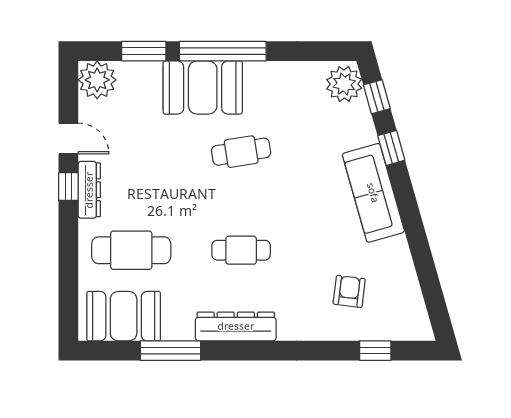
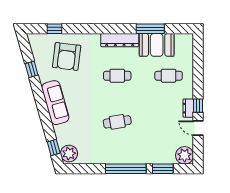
booth: (203, 88) -> (135, 152), removed
window: (391, 148) -> (32, 69), moved
dresser: (89, 190) -> (188, 108), width x0.70
cafe table: (131, 250) -> (169, 76), width x0.73, depth x0.74
armchair: (349, 291) -> (67, 56), width x1.88, depth x1.88
booth: (124, 316) -> (157, 45), moved

